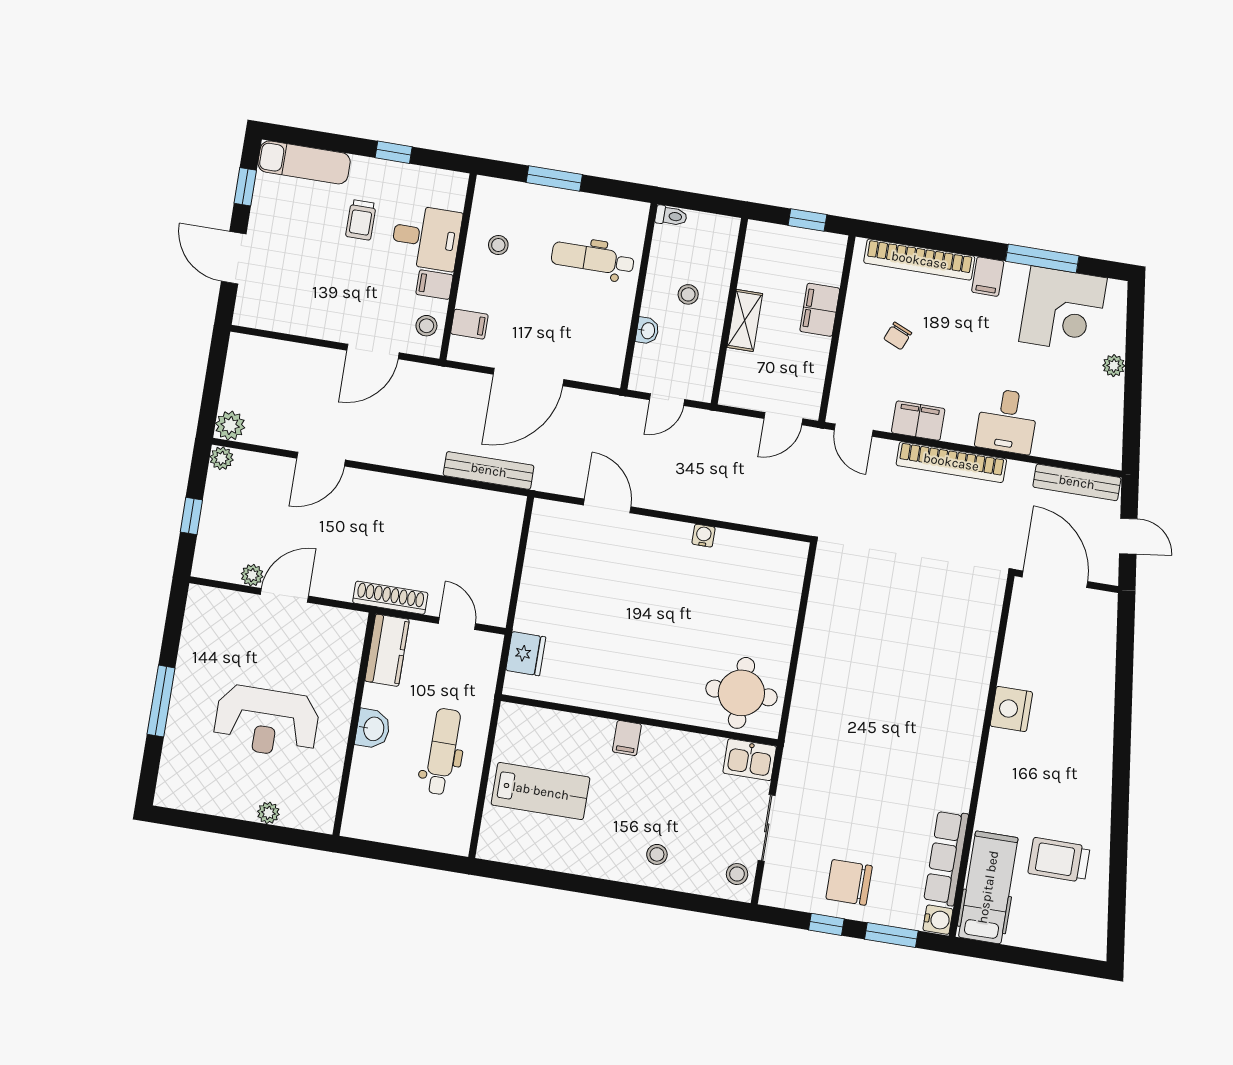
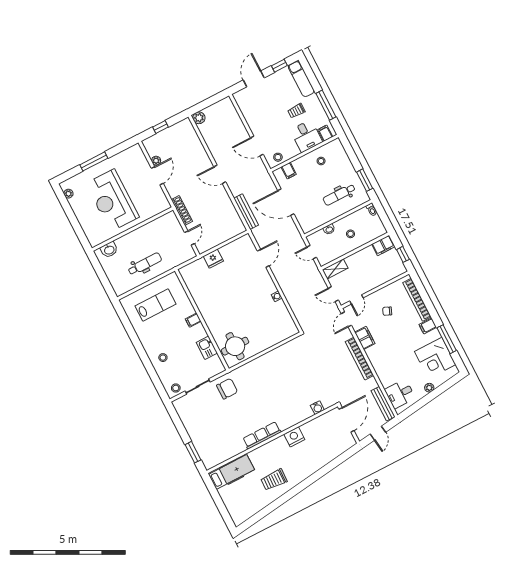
window: (394, 152) -> (326, 105), width x2.17
window: (554, 179) -> (365, 180), moved
dental chair: (593, 259) -> (339, 195), turned -90
filing cabinet: (434, 285) -> (325, 133), moved
filing cabinet: (820, 310) -> (383, 245), moved, turned 180
shelving: (745, 320) -> (335, 269), moved
door: (828, 380) -> (356, 299), added
desk: (1007, 421) -> (400, 394), moved
plant: (222, 458) -> (186, 123), removed
door: (321, 459) -> (220, 174), moved
door: (284, 595) -> (157, 176), hinge flipped
kitchen counter: (387, 650) -> (164, 222), removed
fridge: (526, 654) -> (213, 259), moved
reception desk: (266, 721) -> (112, 200), width x1.36, depth x1.30
washbasin: (373, 729) -> (109, 250), moved
kitchen sink: (750, 760) -> (207, 348), moved
lab bench: (541, 791) -> (156, 305), turned -90
plant: (268, 813) -> (68, 194), moved
row of seats: (946, 858) -> (262, 435), moved
trolley: (1059, 860) -> (274, 480), moved, turned -88
chair: (849, 882) -> (227, 389), moved, turned 90
water cooler: (938, 920) -> (317, 408), moved
window: (826, 924) -> (181, 429), removed

